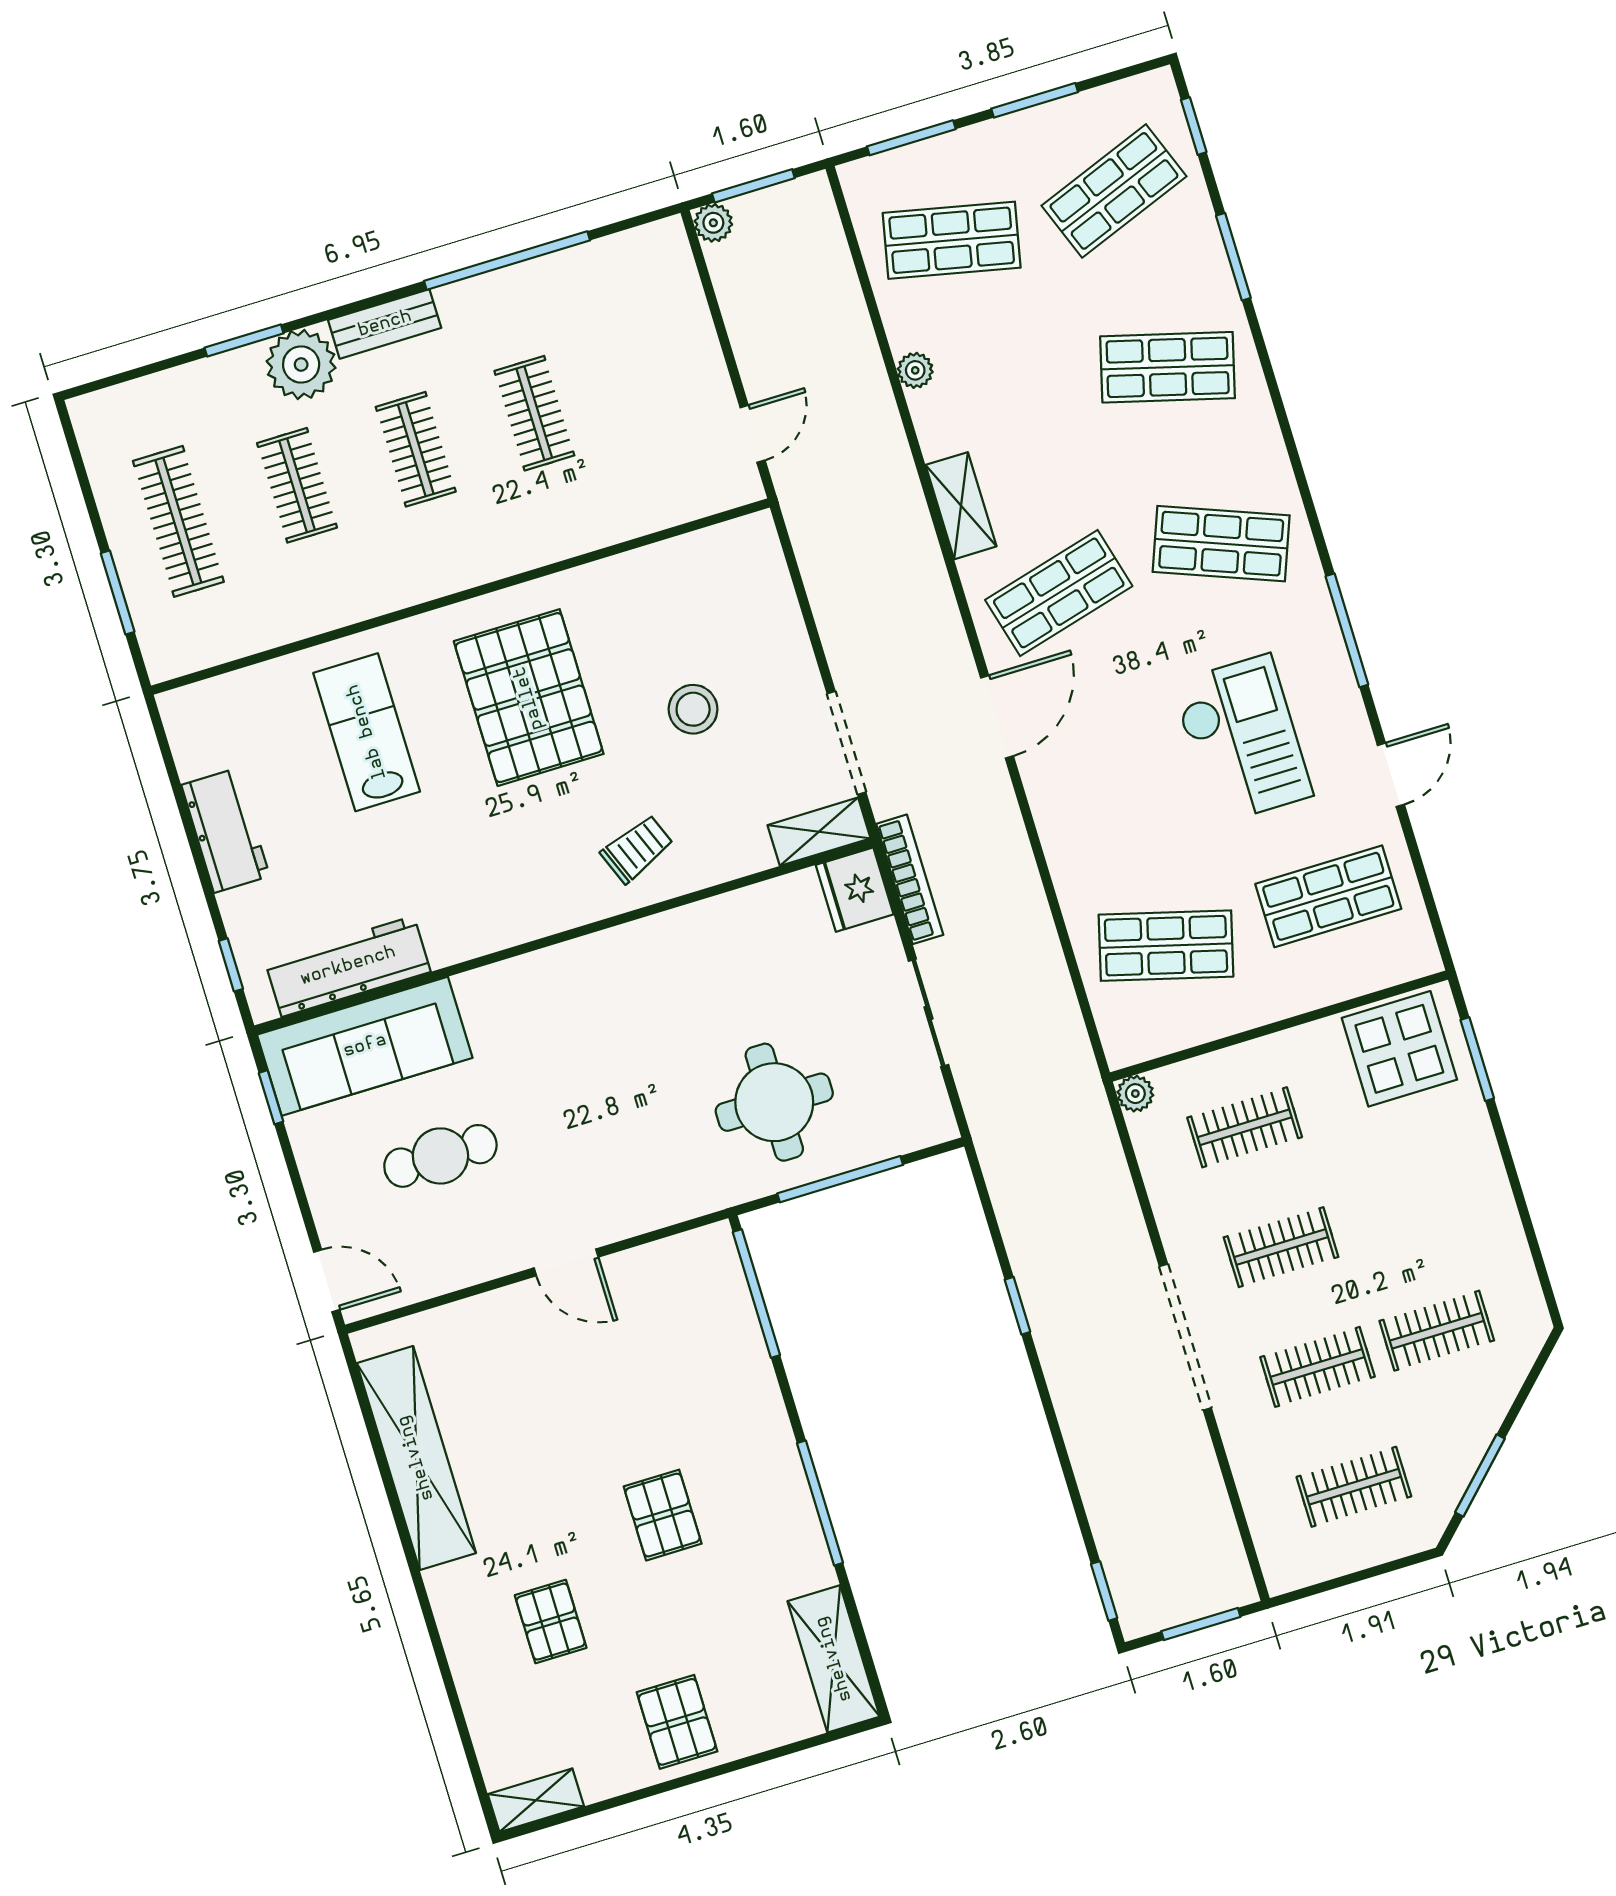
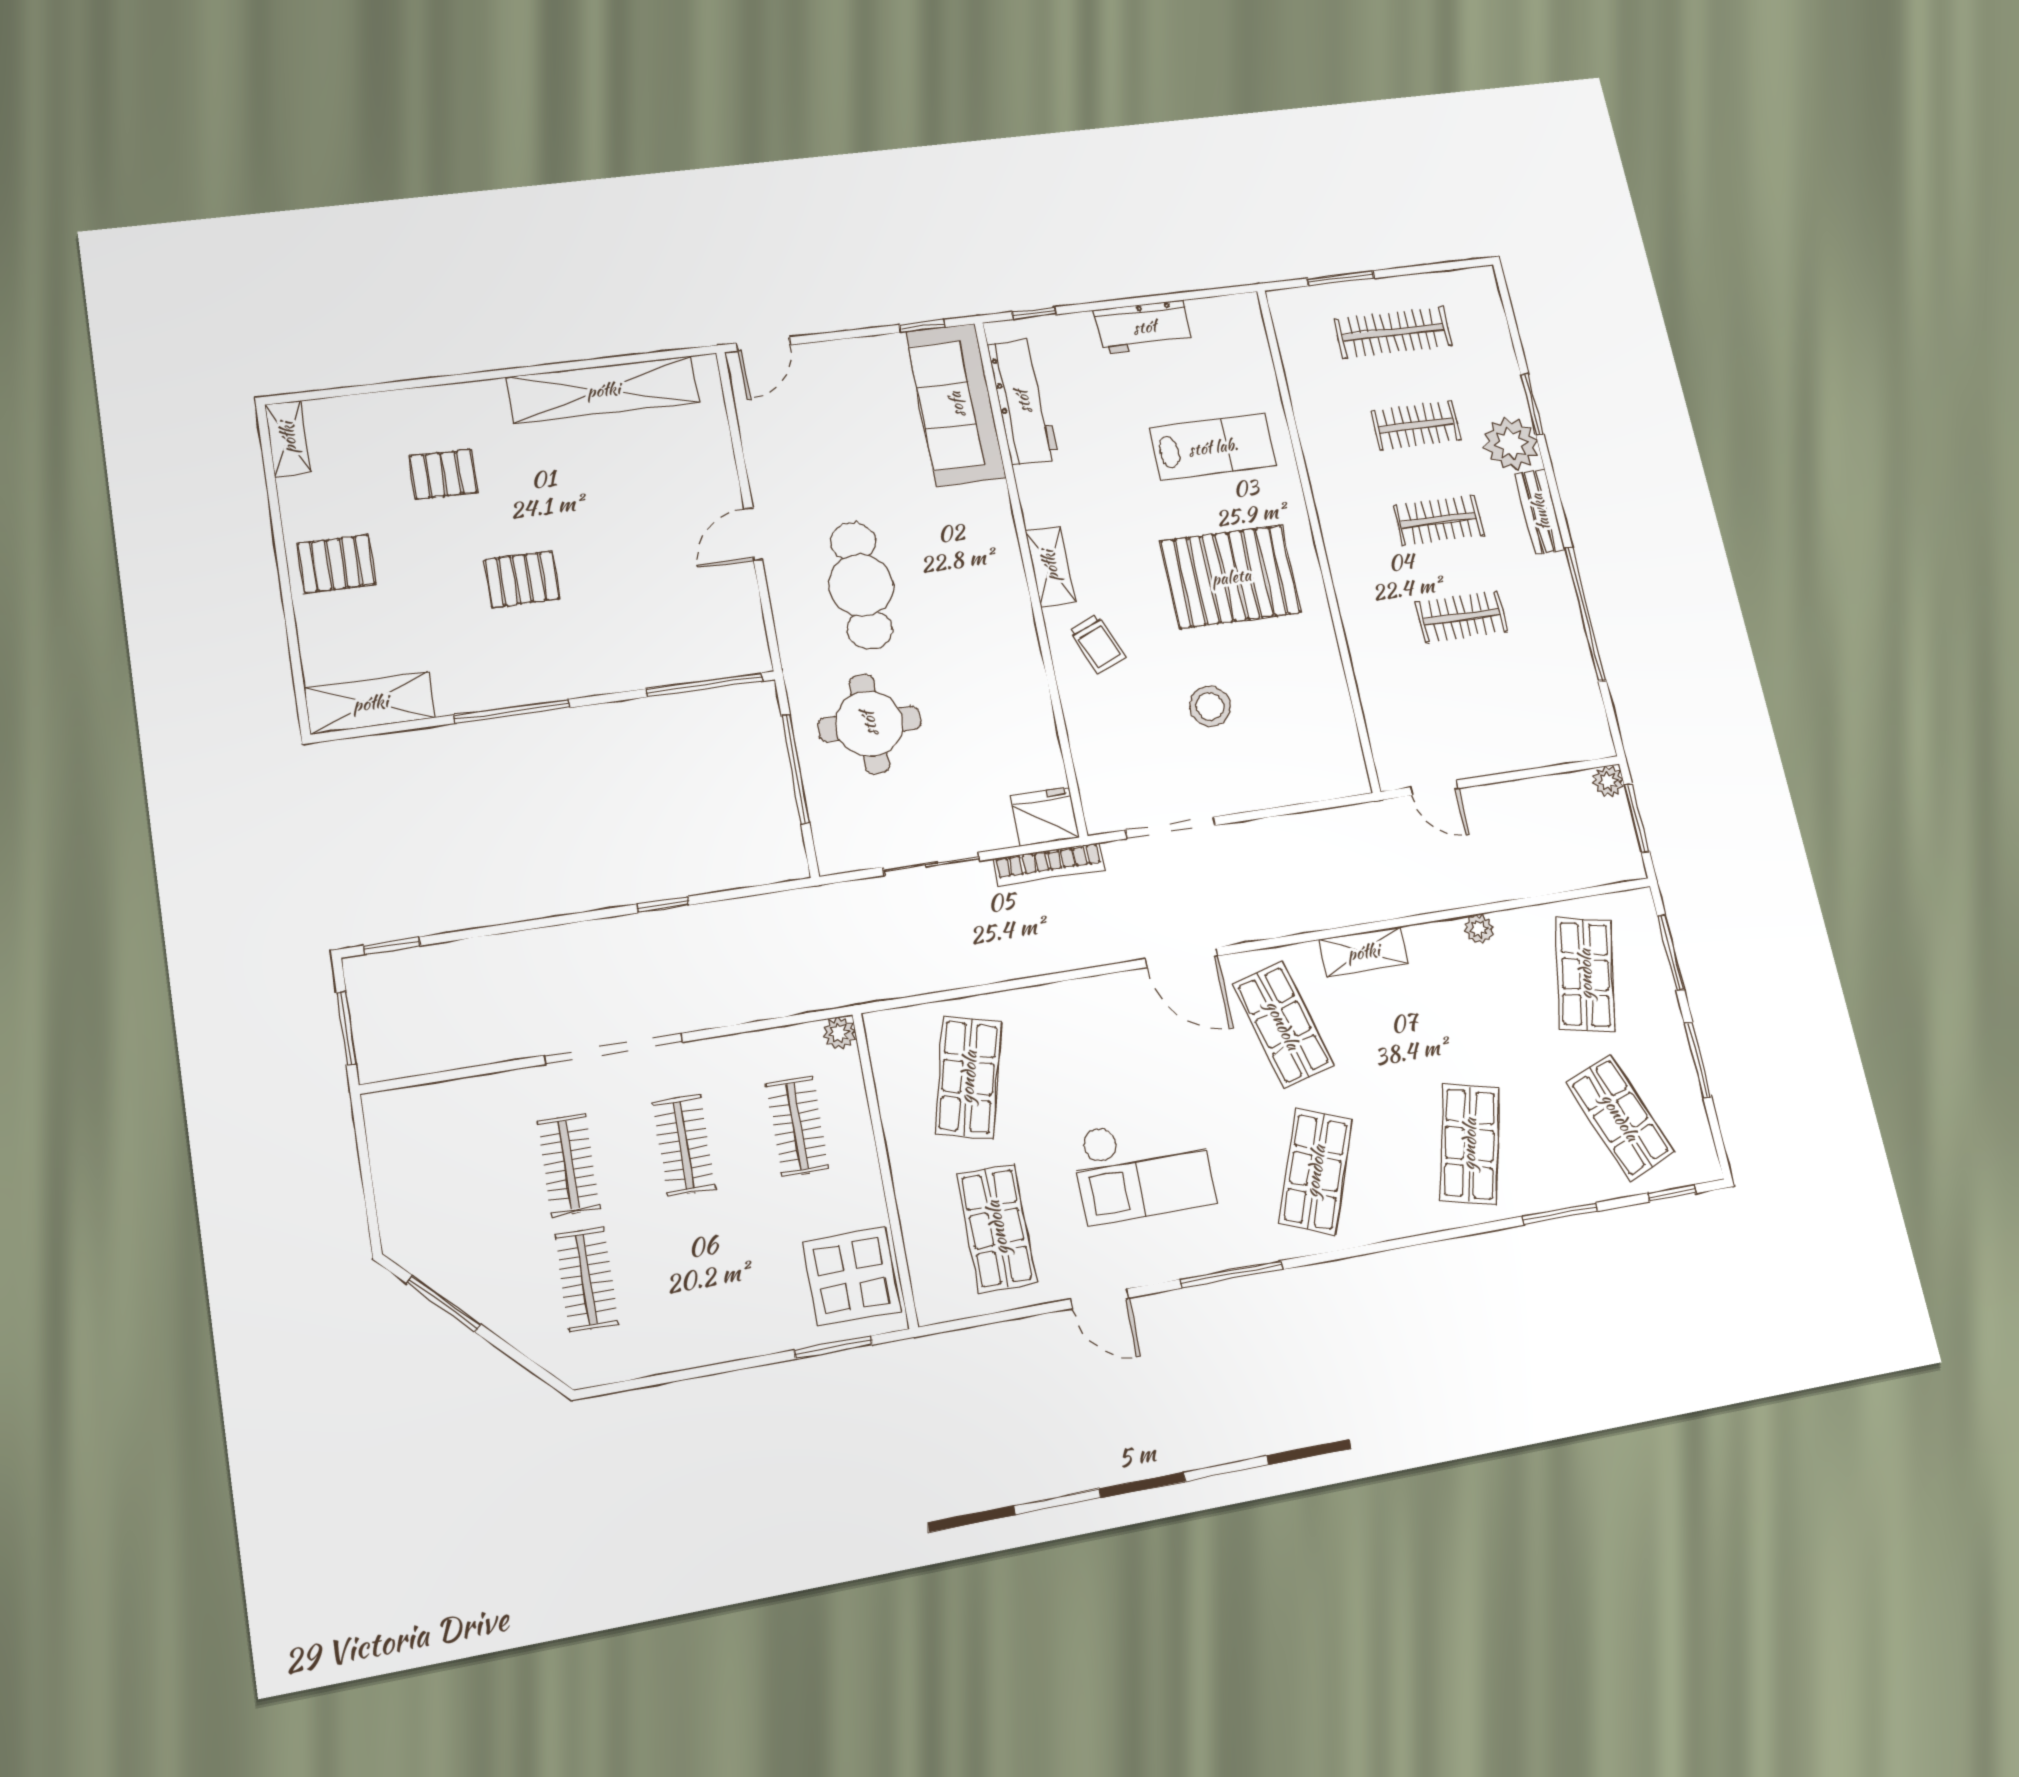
shelving: (819, 832) -> (1050, 566), moved
cafe table: (440, 1156) -> (861, 585), moved, width x1.37, depth x1.35
clothes rail: (1354, 1487) -> (452, 1184), removed

